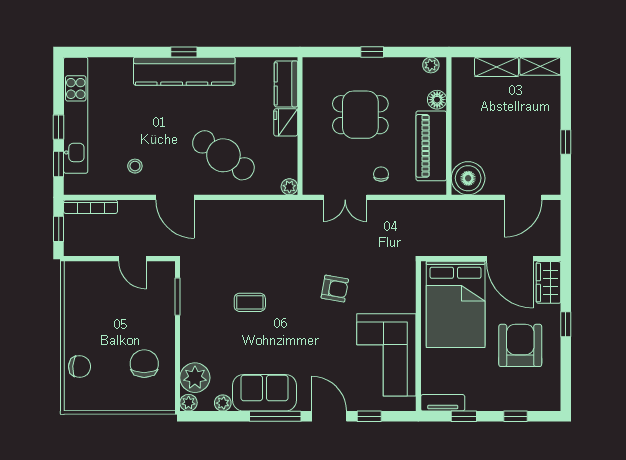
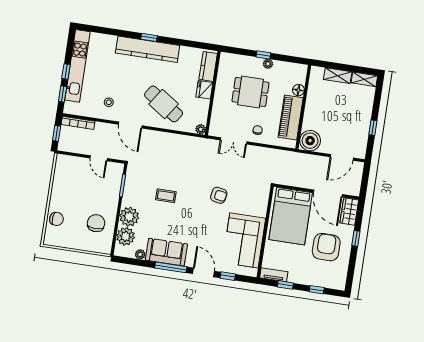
plant: (431, 65) -> (268, 64), moved
plant: (189, 403) -> (129, 217), moved, width x1.88, depth x1.88

